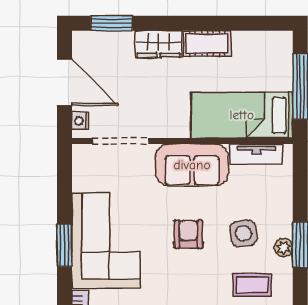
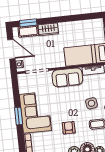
cot: (207, 43) -> (28, 31), moved
armchair: (188, 234) -> (69, 128), moved

